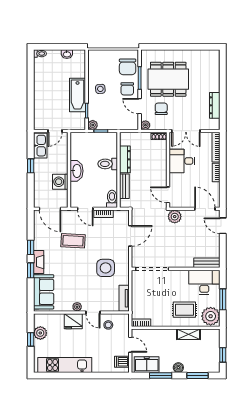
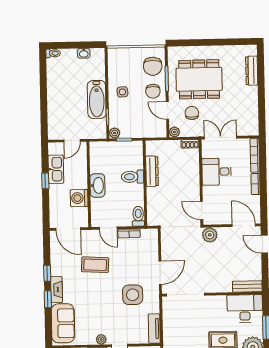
dresser: (215, 105) -> (252, 71), moved
double door: (186, 131) -> (220, 138), swing flipped
kitchen sink: (40, 146) -> (56, 169), moved
bench: (124, 186) -> (152, 202), removed
door: (130, 236) -> (160, 273), moved

